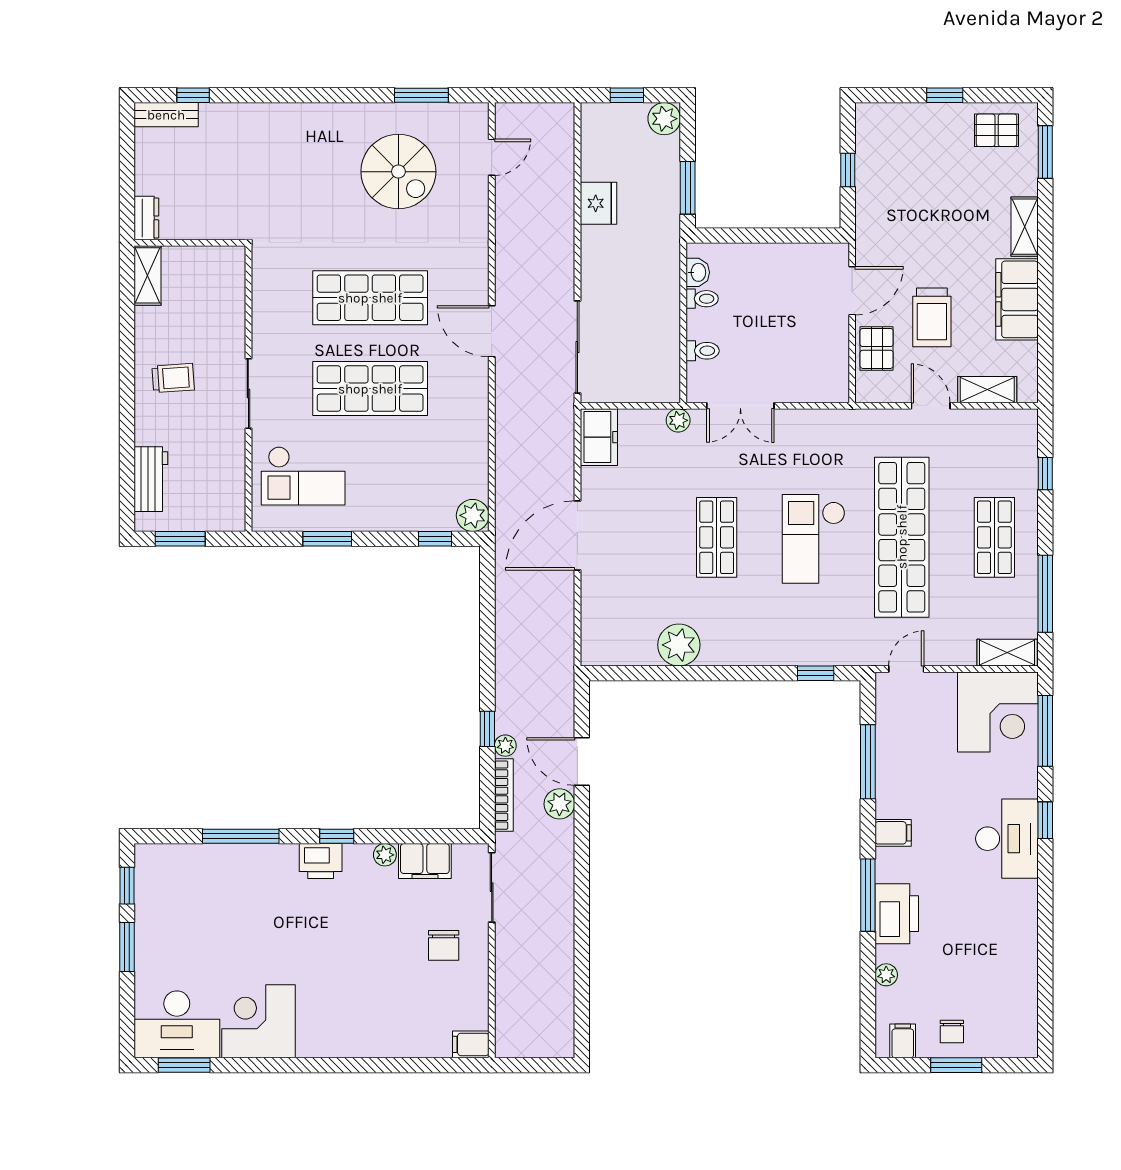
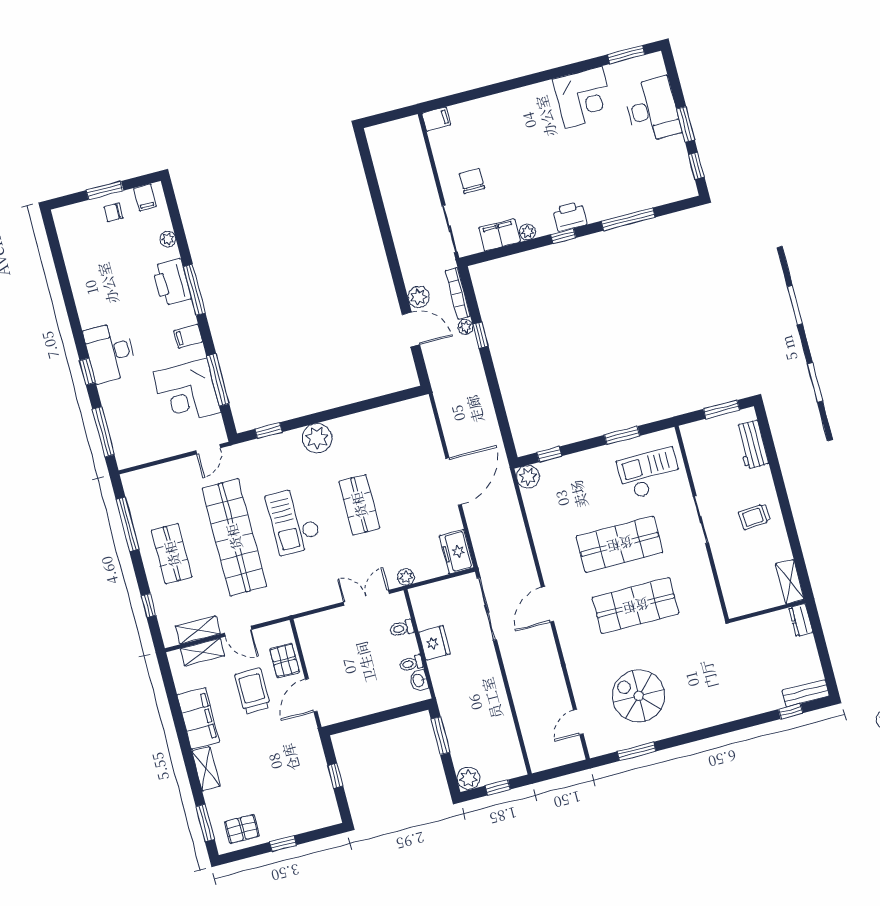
fridge: (599, 203) -> (434, 643), moved, turned 180
door: (492, 331) -> (548, 604), swing flipped
checkout: (814, 539) -> (294, 521), turned 180
plant: (679, 645) -> (317, 438), moved
shelving: (1007, 653) -> (198, 630), moved
corner desk: (998, 712) -> (187, 392), moved, turned -90
desk: (177, 1024) -> (652, 110), moved, turned 90
chair: (952, 1032) -> (113, 212), turned -90

